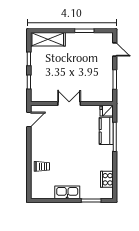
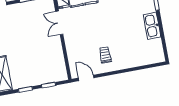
double door: (69, 104) -> (59, 23), moved
trolley: (42, 166) -> (105, 55), moved

